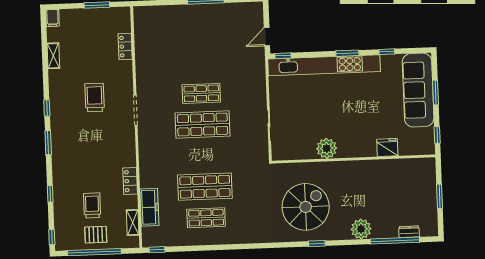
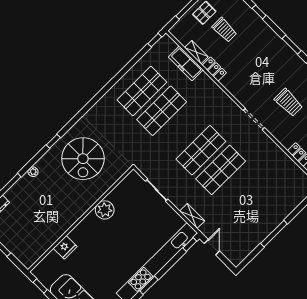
shelving: (260, 77) -> (192, 216), added
shop shelf: (201, 93) -> (221, 170), width x1.43, depth x1.36
shop shelf: (206, 218) -> (142, 91), width x1.43, depth x1.36
shelving: (133, 222) -> (196, 52), moved
plant: (361, 229) -> (33, 172), width x0.53, depth x0.53

